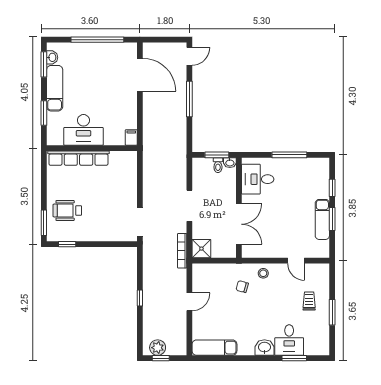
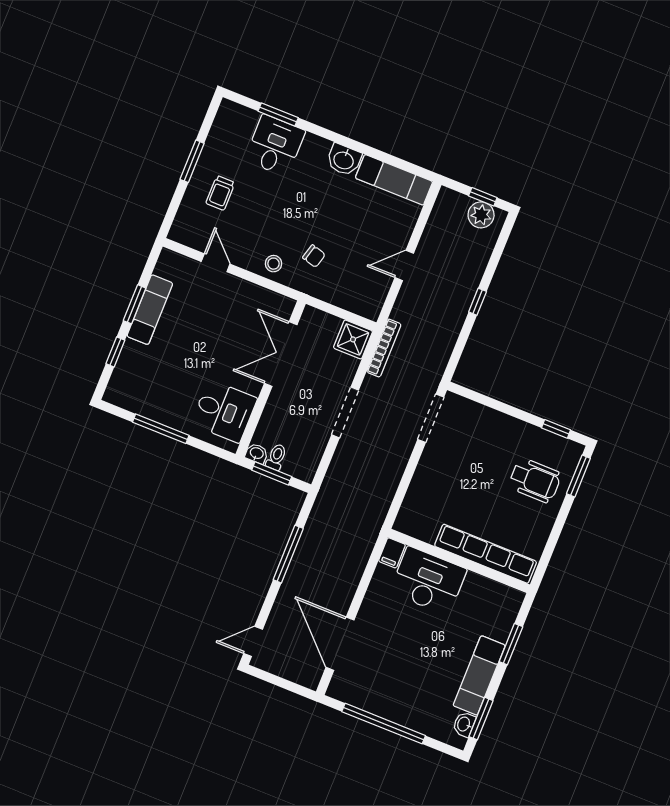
window: (189, 99) -> (288, 554), moved
desk: (83, 130) -> (428, 581), moved
washbasin: (264, 348) -> (344, 160), moved

